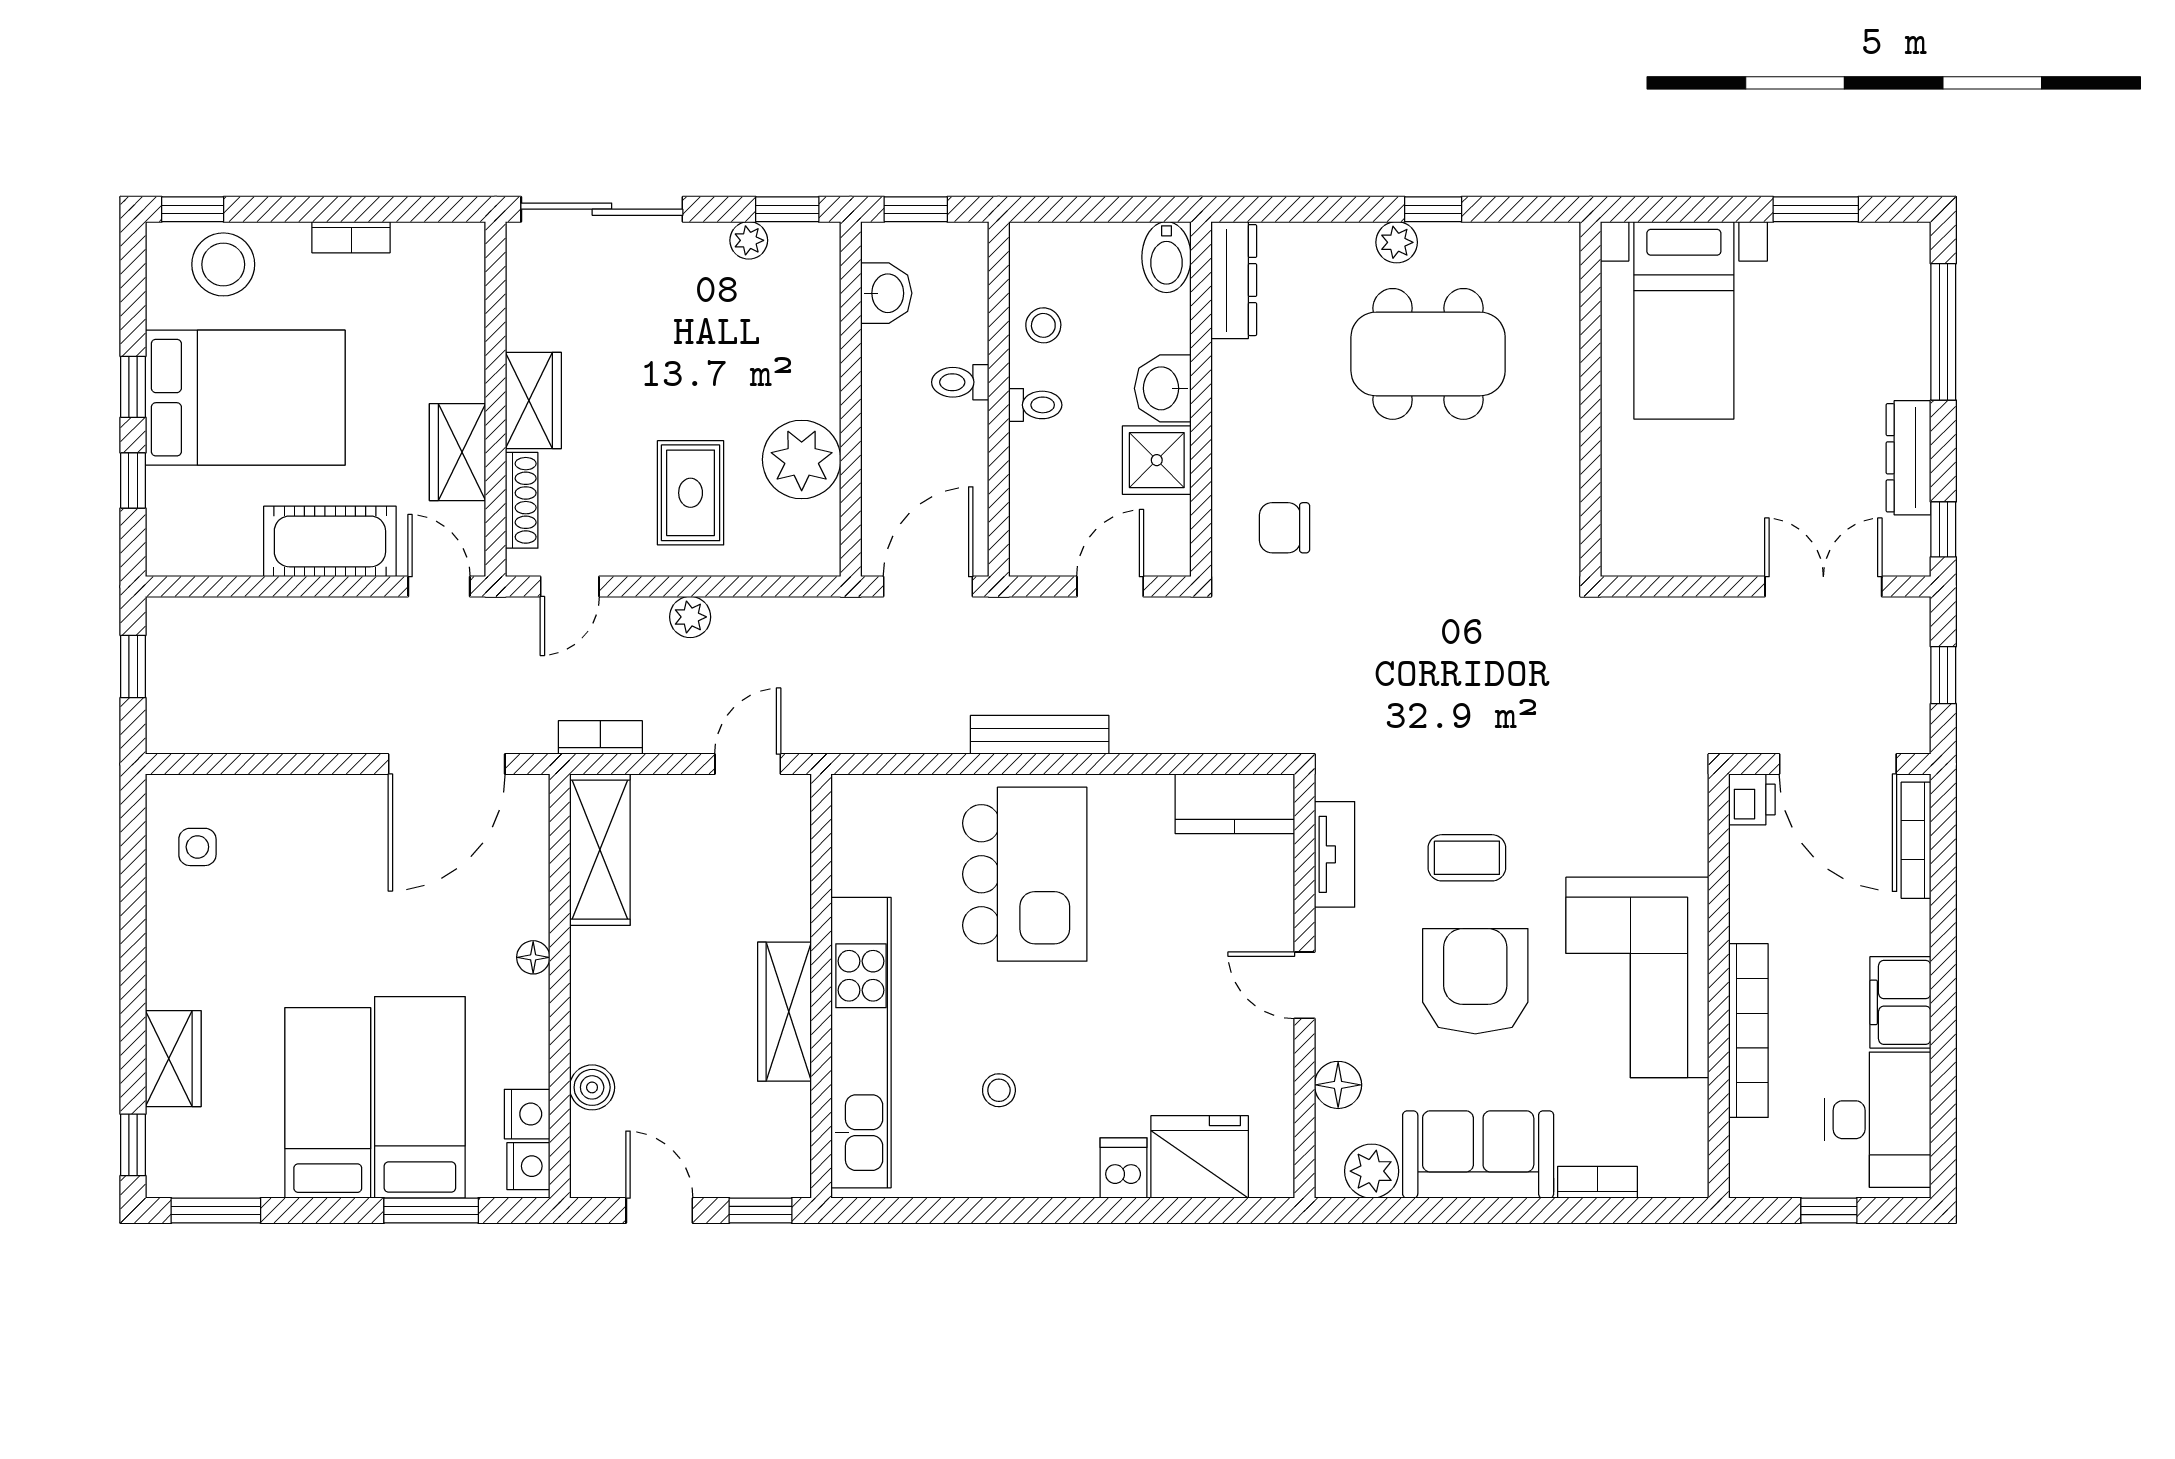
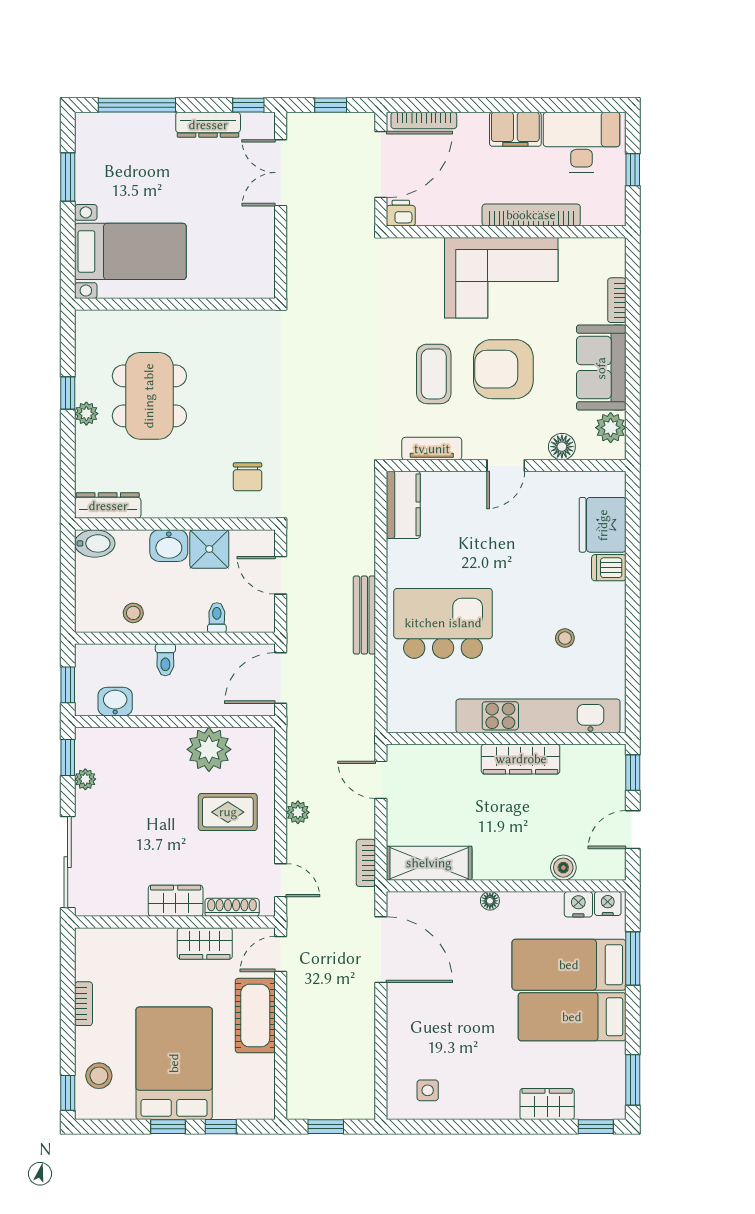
stool: (223, 264) -> (99, 1076), width x0.73, depth x0.73
toilet: (1035, 405) -> (217, 618), moved
door: (928, 587) -> (281, 678), hinge flipped
coffee table: (1467, 858) -> (434, 374), width x1.36, depth x1.30

